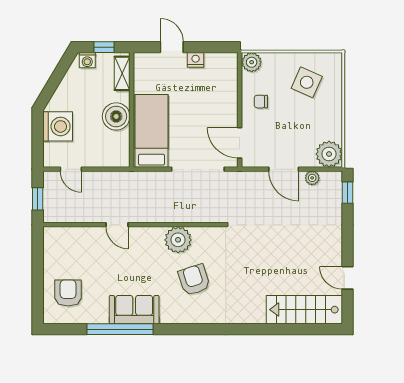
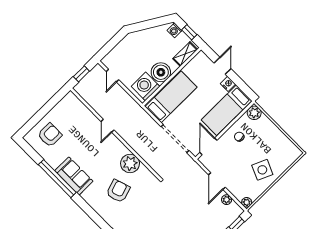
side table: (307, 82) -> (262, 170), moved
bed: (221, 88) -> (226, 110), added
washing machine: (58, 126) -> (146, 86), moved, turned 180
plant: (329, 154) -> (247, 202), width x0.53, depth x0.53

